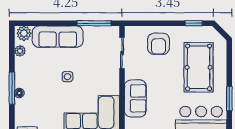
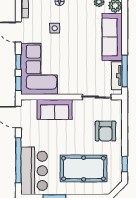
tv unit: (99, 32) -> (117, 76), added
armchair: (158, 44) -> (105, 131), turned -90
side table: (67, 77) -> (55, 28), moved

